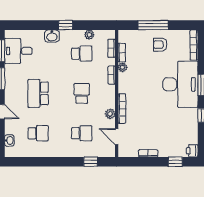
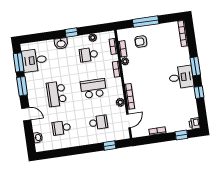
armchair: (160, 45) -> (141, 42), moved
school desk: (82, 54) -> (89, 55), turned 180
desk: (180, 84) -> (181, 77), width x0.53, depth x0.77
school desk: (82, 93) -> (93, 89), width x1.85
school desk: (38, 133) -> (61, 128), turned 180
door: (117, 137) -> (129, 121), swing flipped

